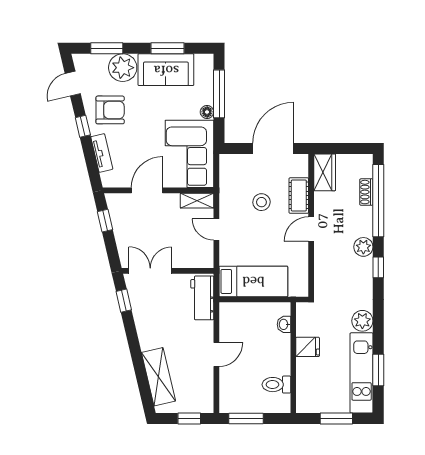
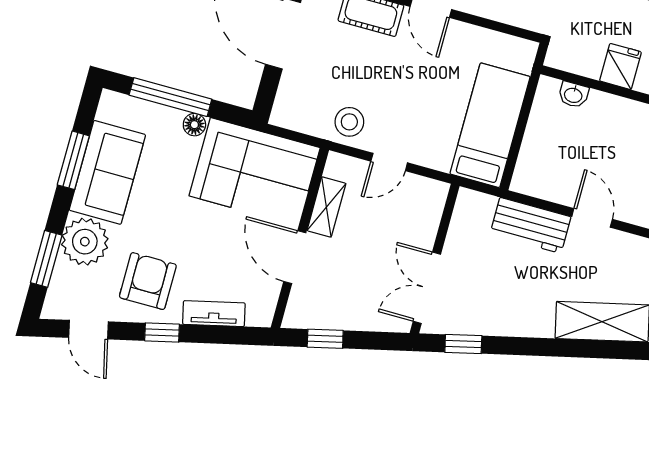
shelving: (197, 201) -> (326, 207), moved
stool: (261, 202) -> (349, 122), moved
workbench: (202, 298) -> (530, 225), moved

